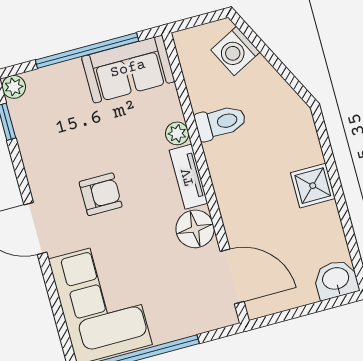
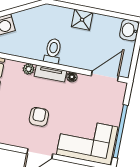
toilet: (220, 122) -> (53, 51), moved
floor lamp: (195, 229) -> (72, 77), width x0.53, depth x0.53

